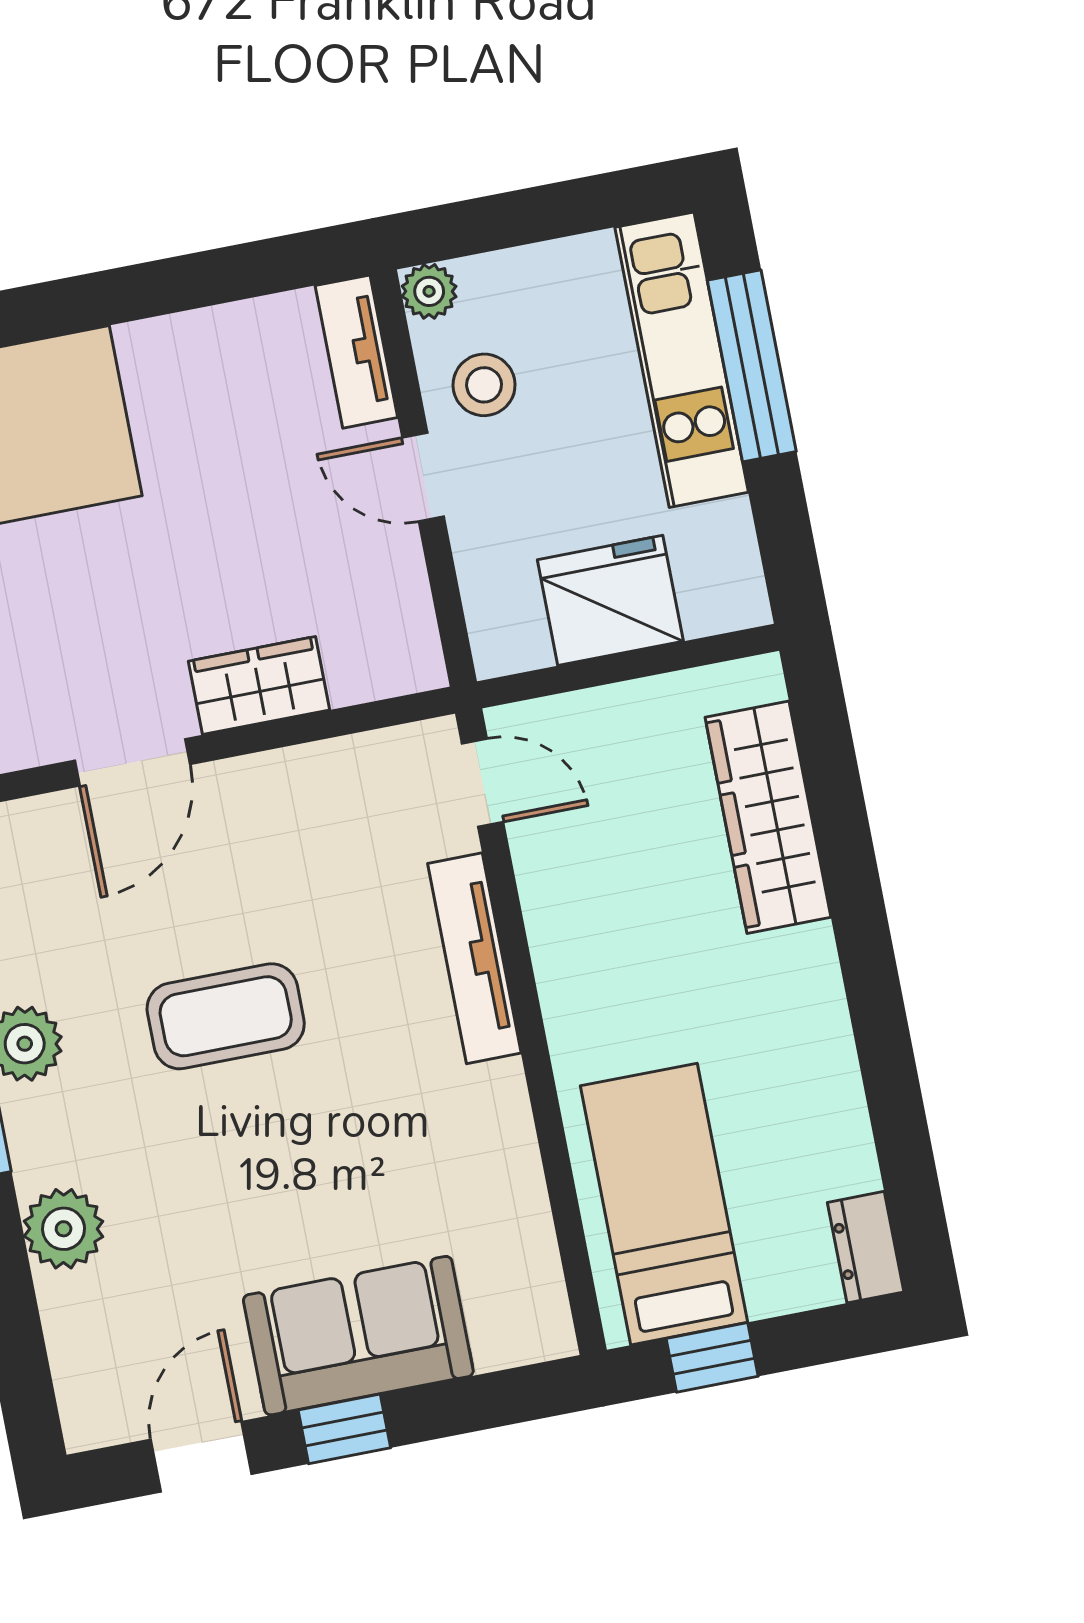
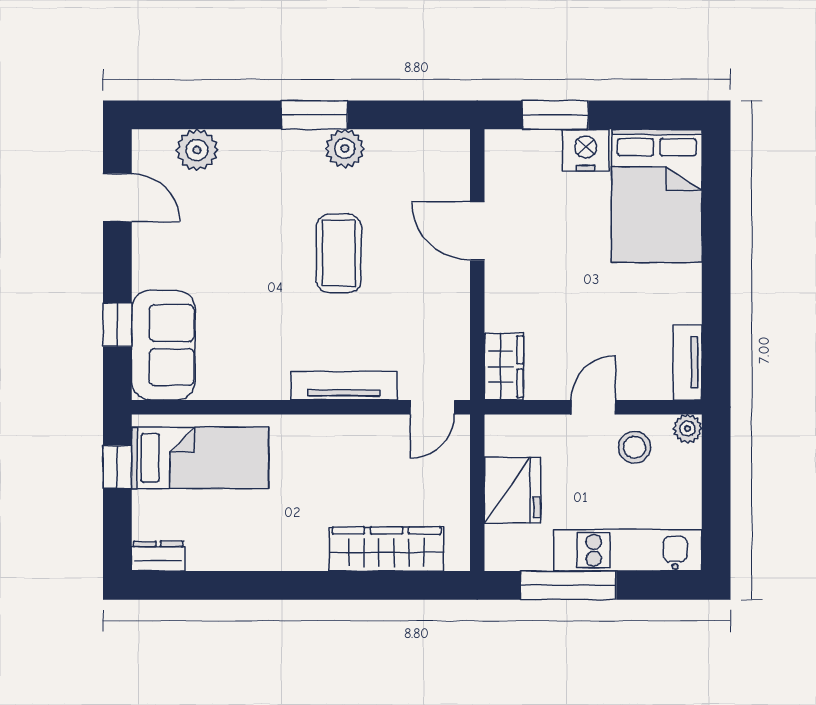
tv unit: (356, 352) -> (687, 362), moved, turned -90
window: (752, 366) -> (568, 585), moved
wardrobe: (259, 686) -> (504, 367), moved
plant: (64, 1229) -> (197, 150), moved
sofa: (358, 1336) -> (163, 345), moved
window: (344, 1429) -> (117, 325), moved

